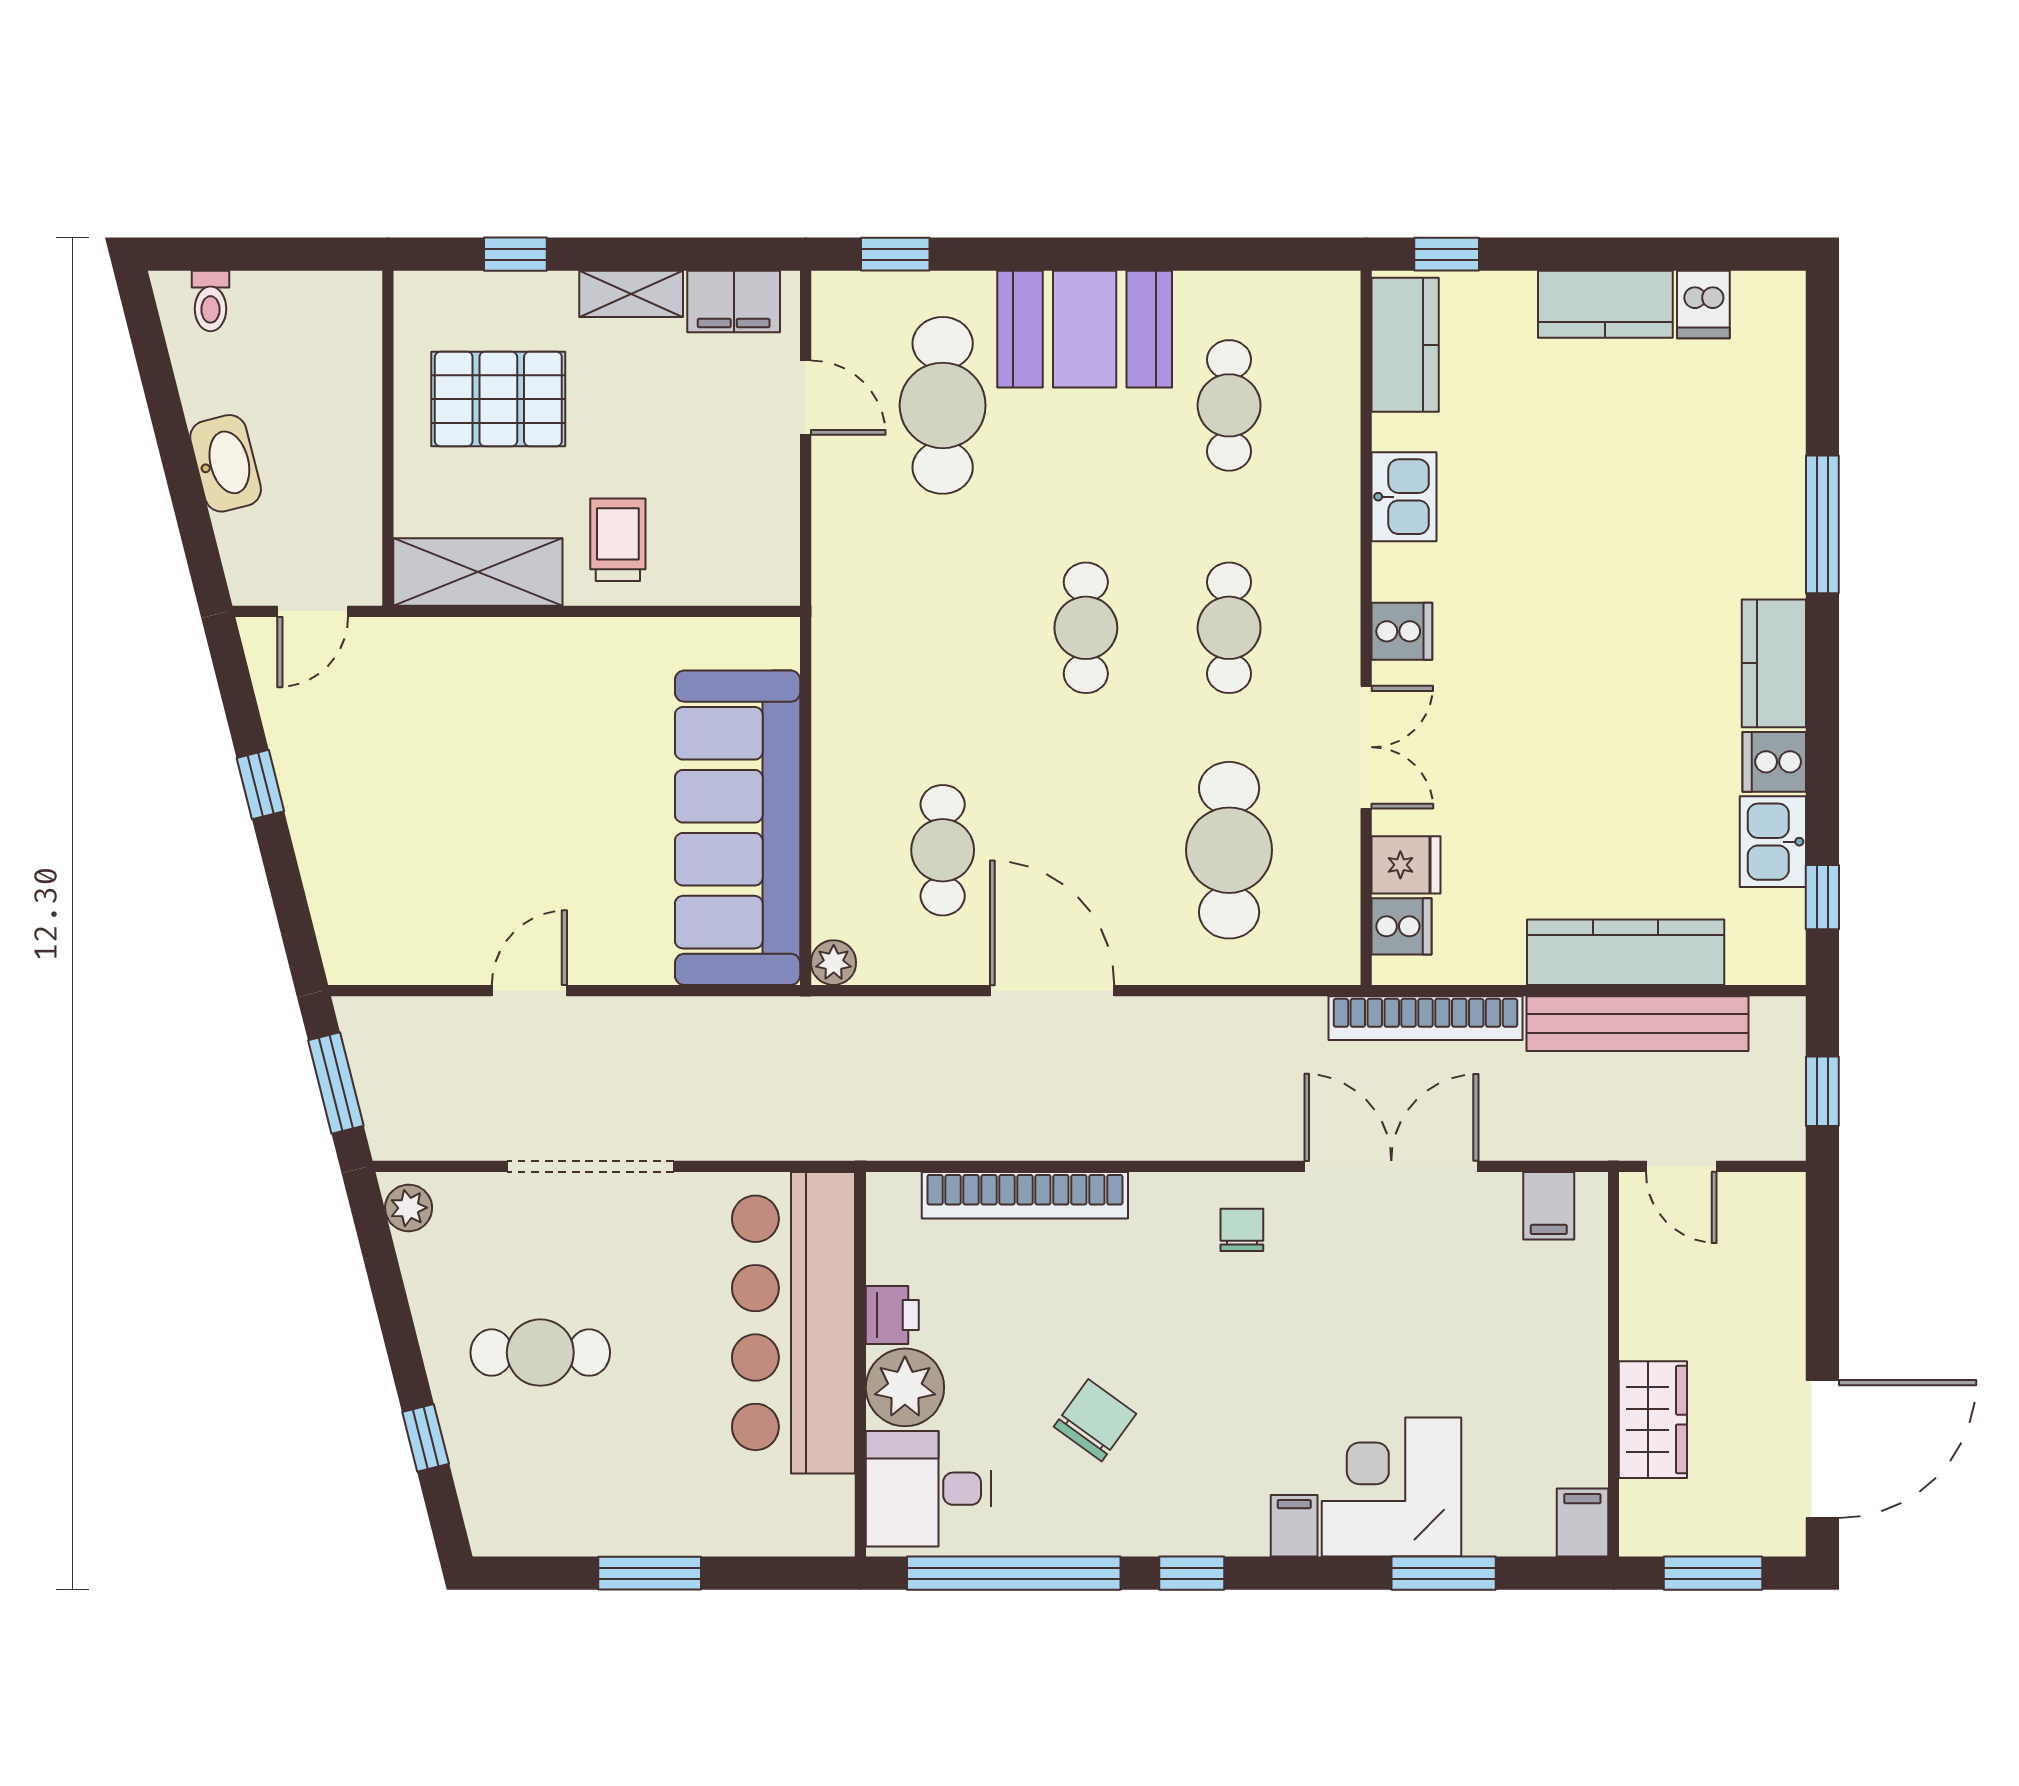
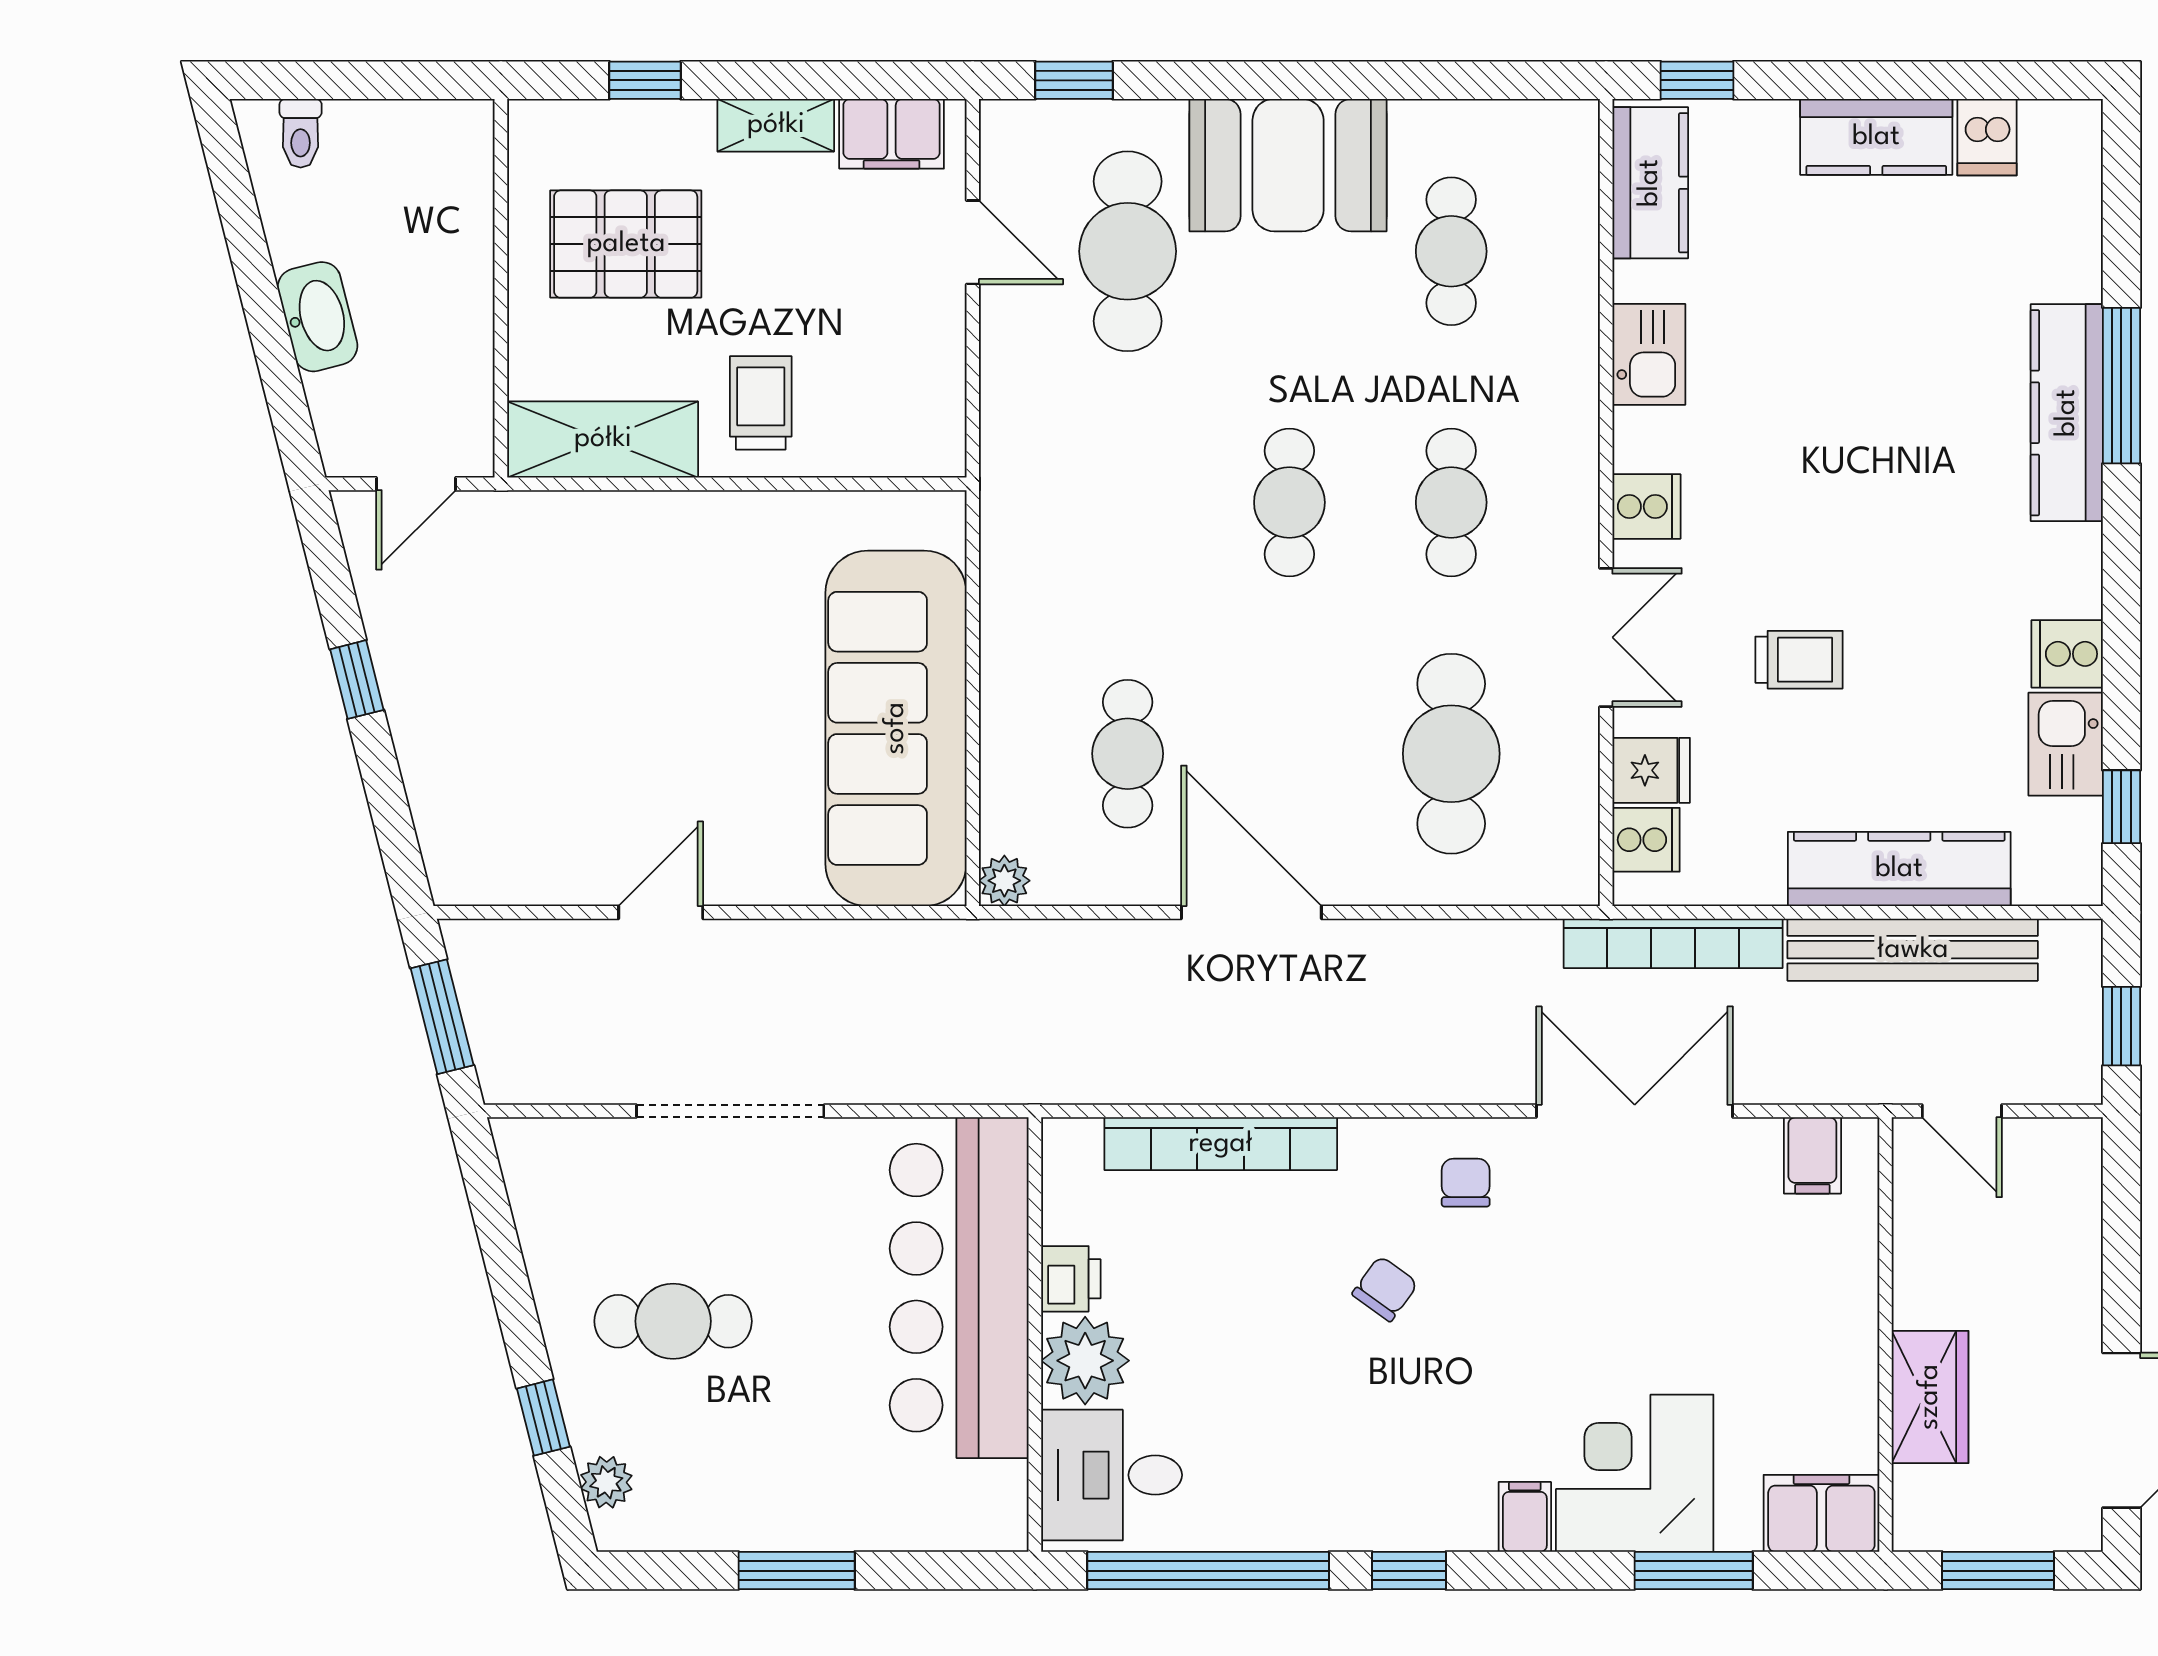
kitchen counter: (1774, 663) -> (2067, 413), moved, width x1.50
trolley: (1537, 767) -> (1799, 660), added
plant: (409, 1208) -> (606, 1482), moved
chair: (1095, 1420) -> (1385, 1289), moved, width x0.73, depth x0.73
filing cabinet: (1582, 1523) -> (1821, 1513), width x2.00

